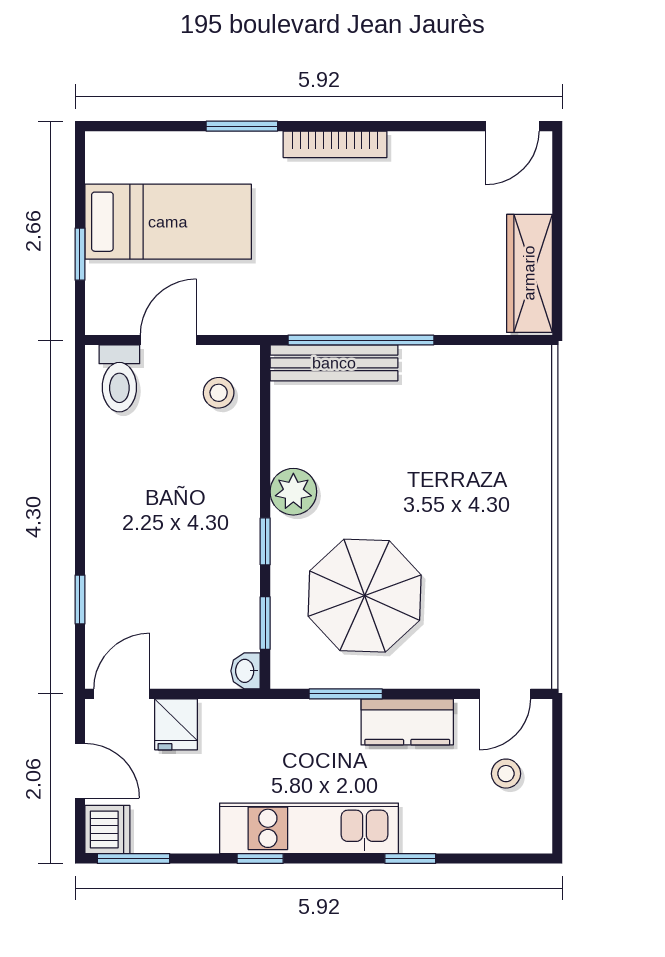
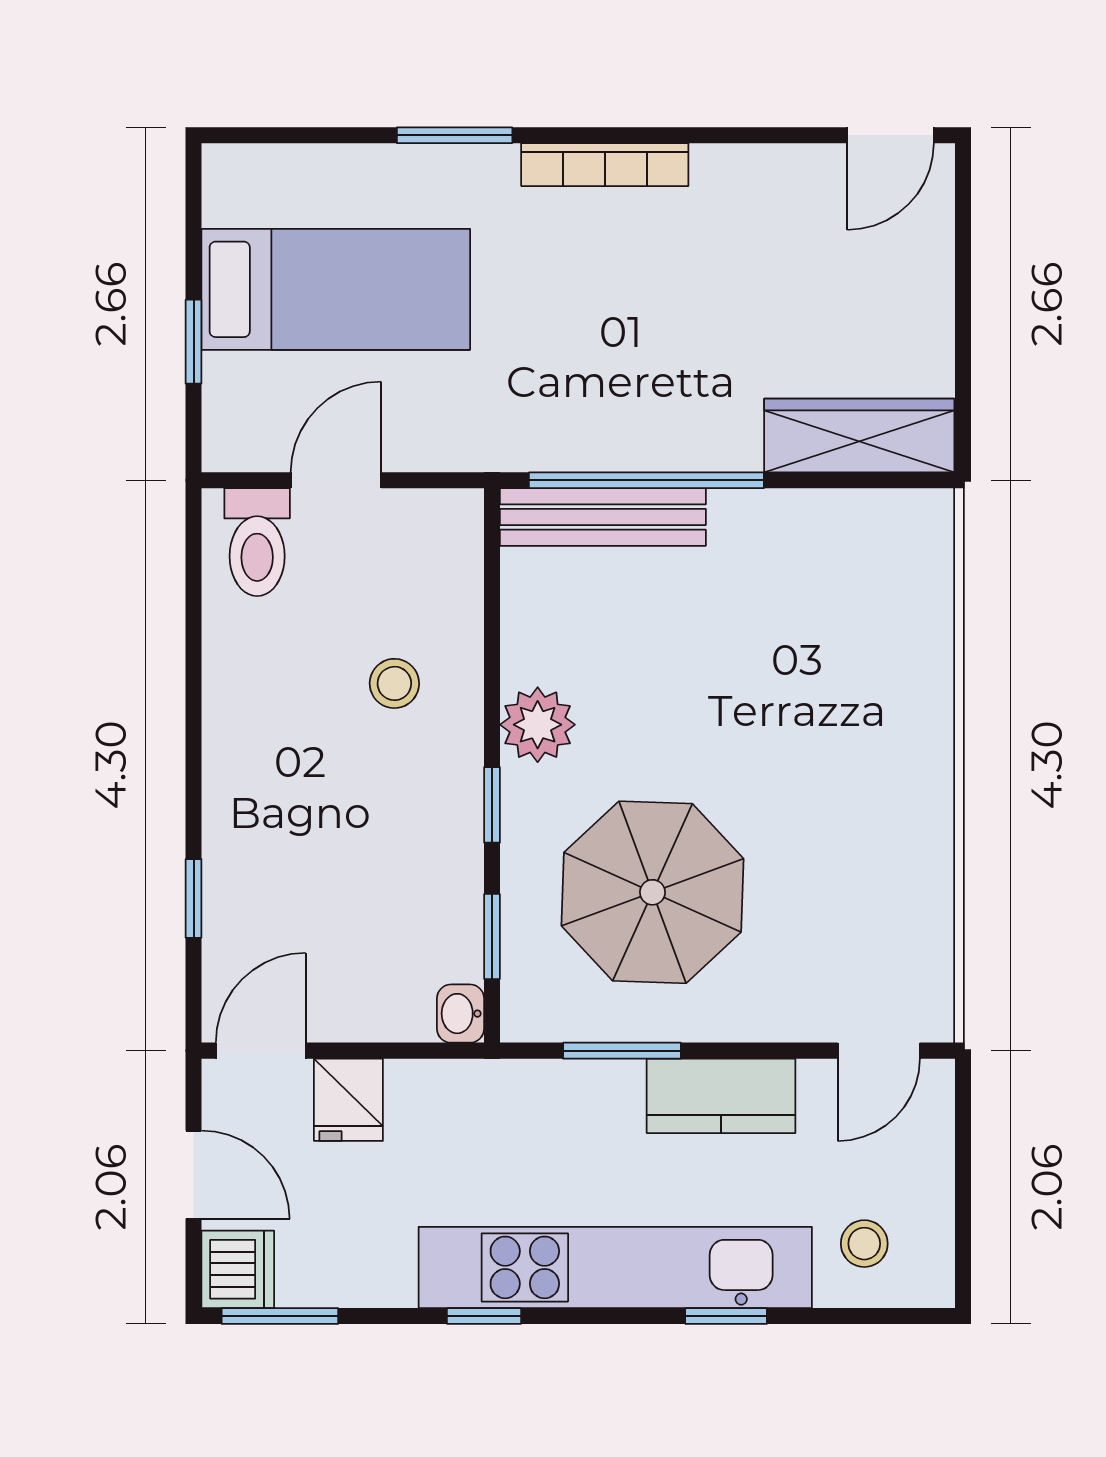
wardrobe: (529, 273) -> (859, 435), moved, turned 90
stool: (219, 393) -> (394, 683), moved
stool: (506, 774) -> (864, 1244), moved
kitchen unit: (309, 828) -> (615, 1267), width x1.36

